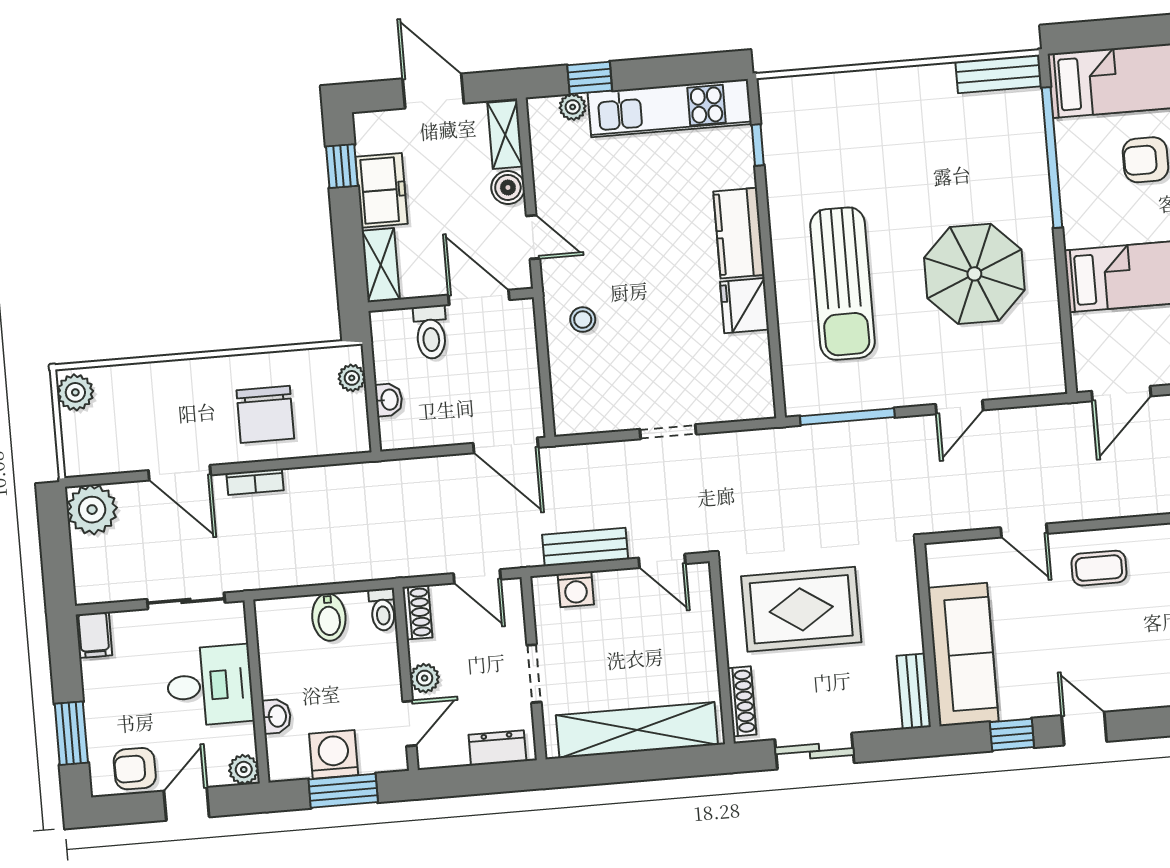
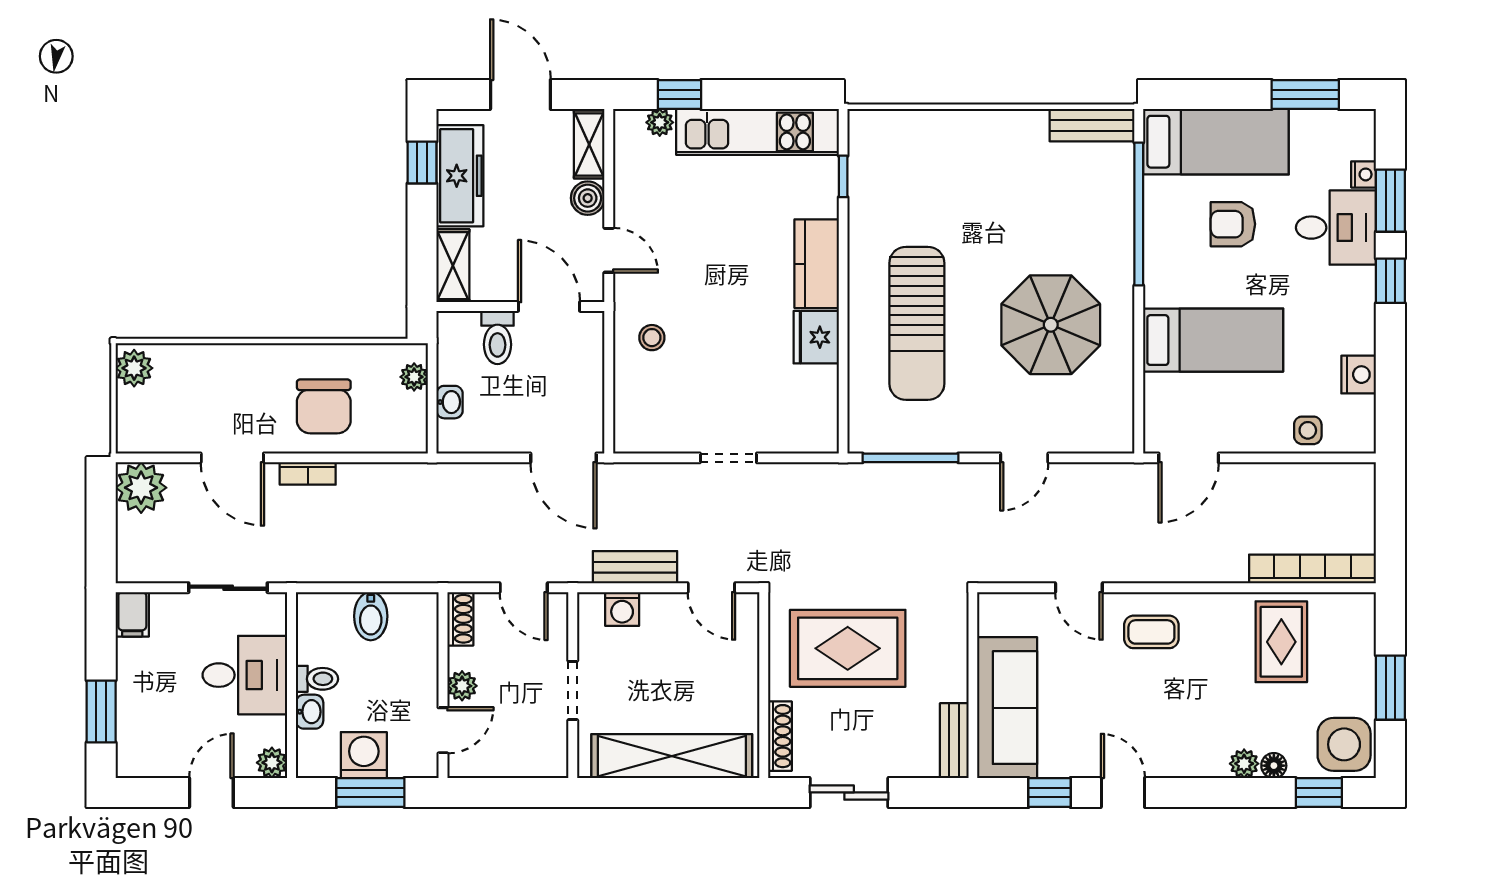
freezer: (382, 190) -> (460, 176), width x1.40
toilet: (383, 610) -> (317, 679), moved, turned -90
dresser: (497, 748) -> (530, 762), removed
armchair: (135, 769) -> (162, 753), removed

